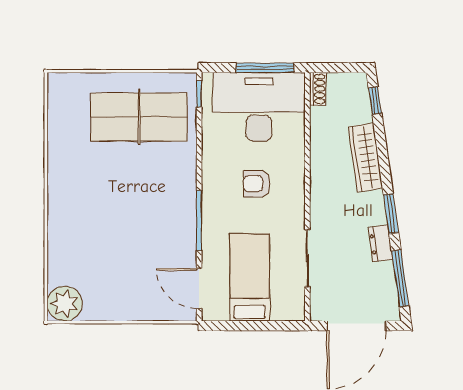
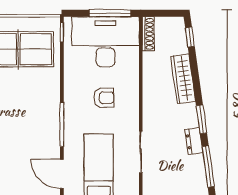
shoe rack: (318, 89) -> (148, 34), width x1.43
armchair: (257, 184) -> (104, 98), turned 180

